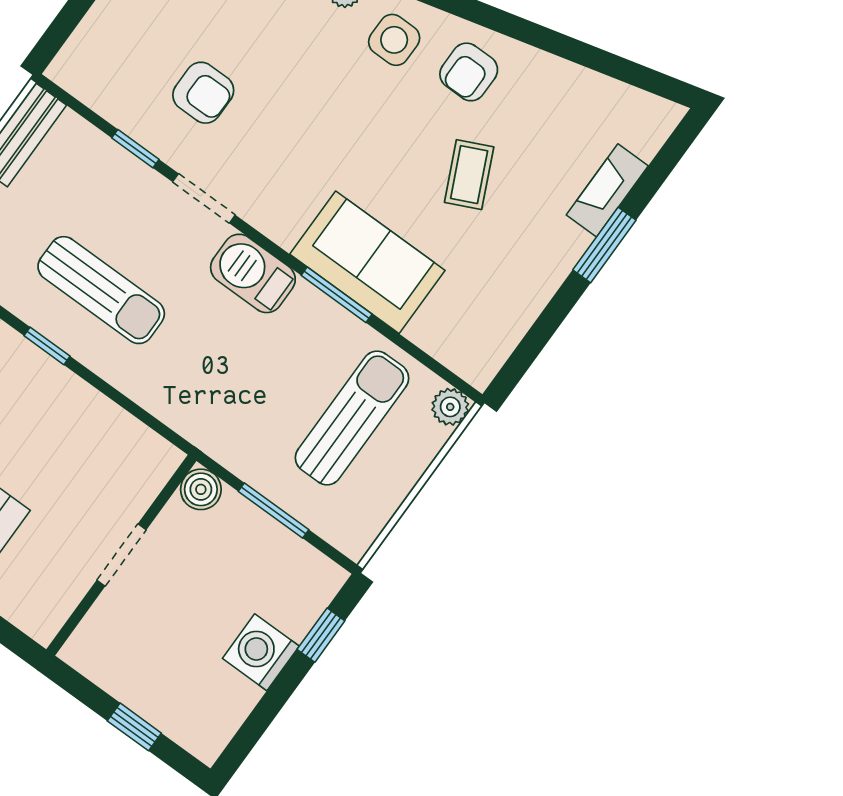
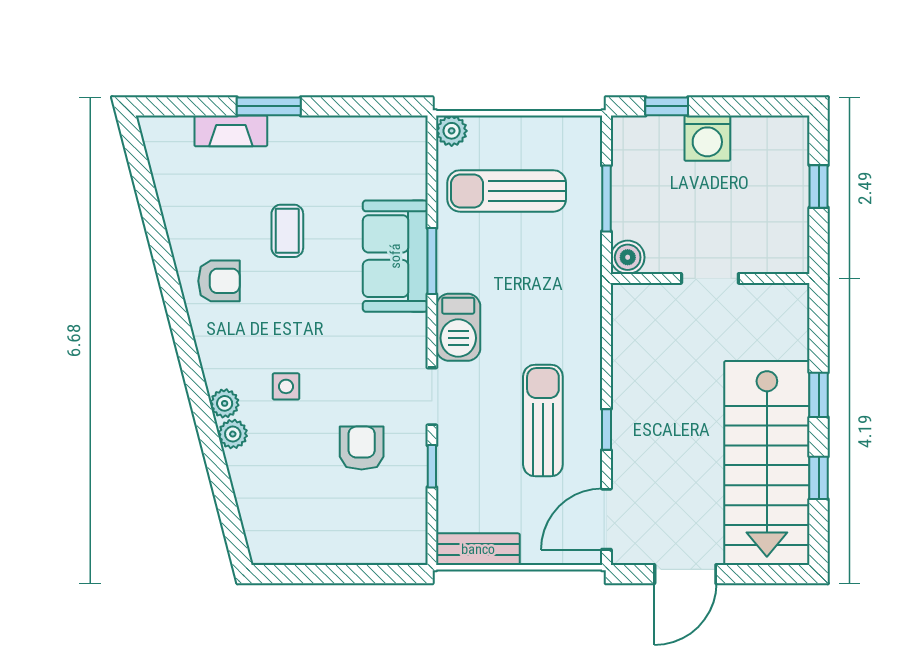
side table: (394, 40) -> (286, 386), moved, width x0.73, depth x0.73
coffee table: (469, 175) -> (287, 231), turned -65

